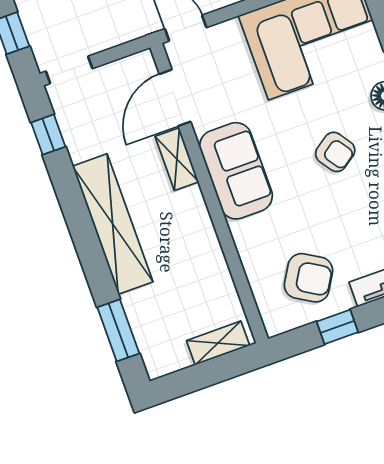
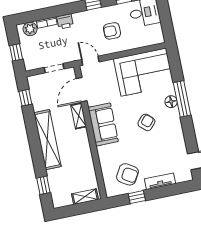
doorway: (69, 70) -> (54, 68), moved
armchair: (335, 152) -> (146, 122), turned -103
window: (118, 330) -> (43, 185), width x0.67

